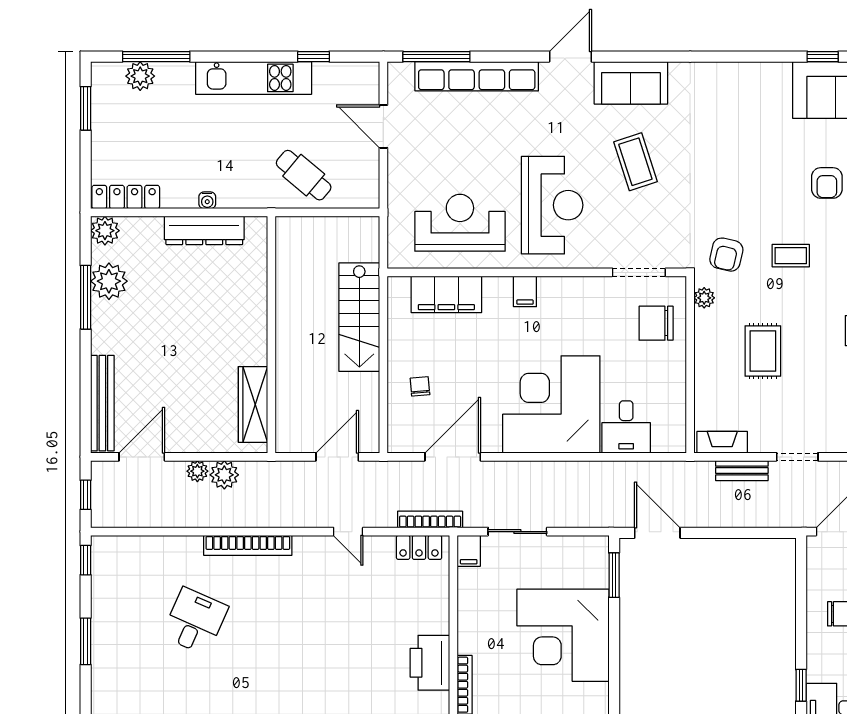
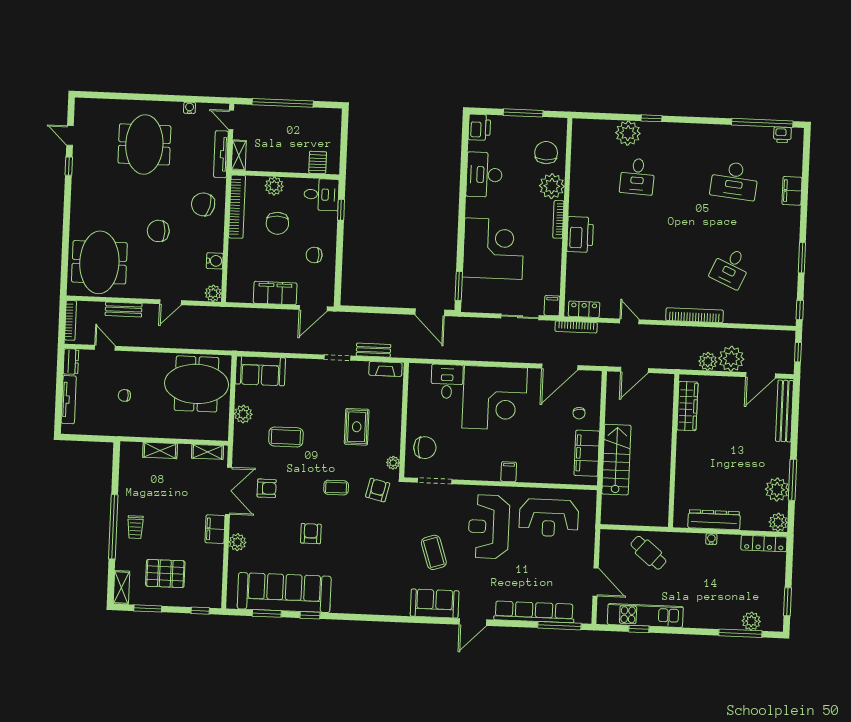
kitchen unit: (254, 78) -> (645, 615), moved
filing cabinet: (446, 294) -> (587, 453), moved, turned -90
plant: (197, 471) -> (731, 359), width x1.87, depth x1.87

